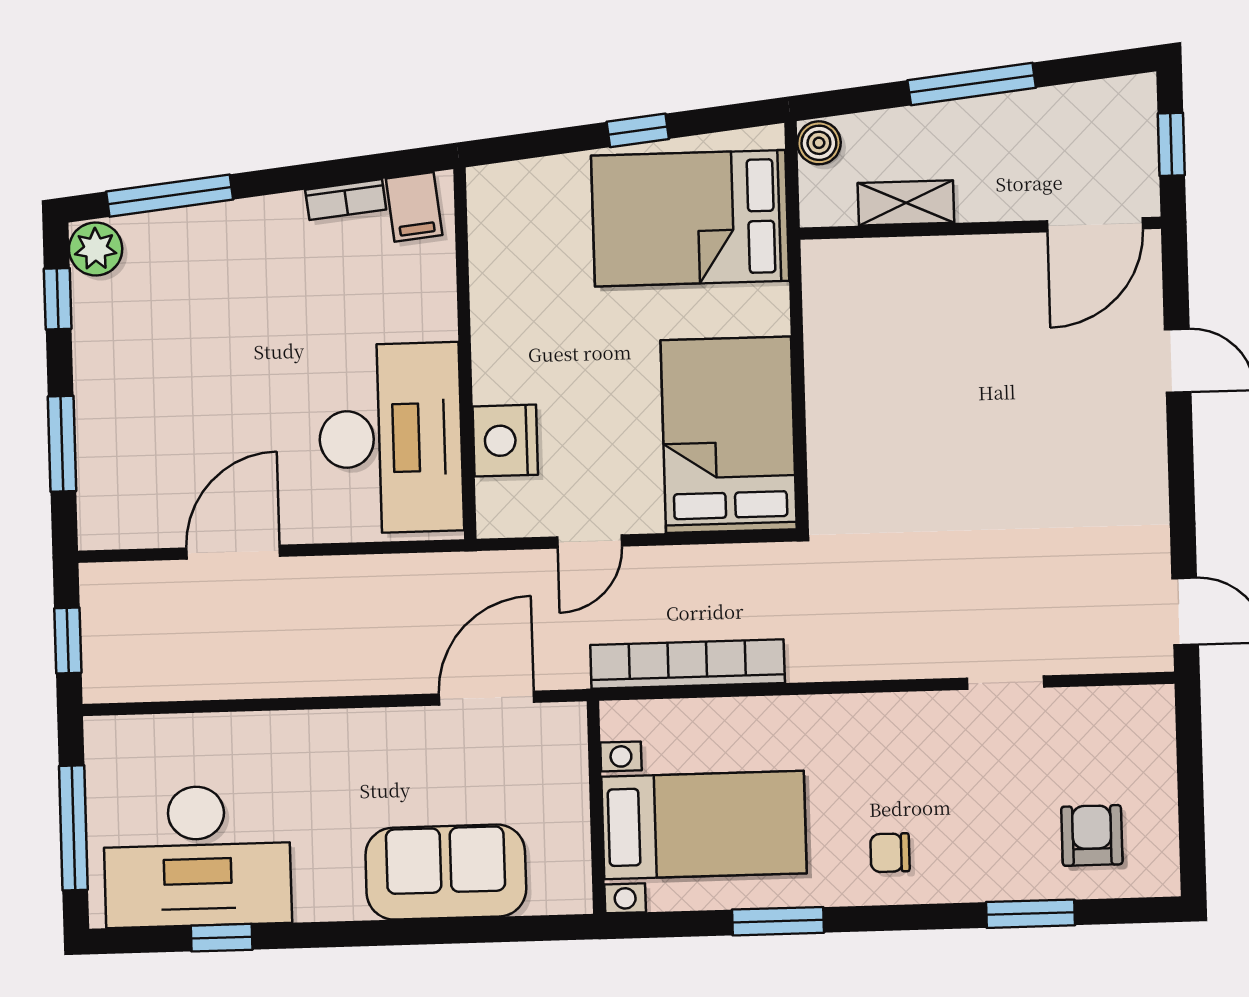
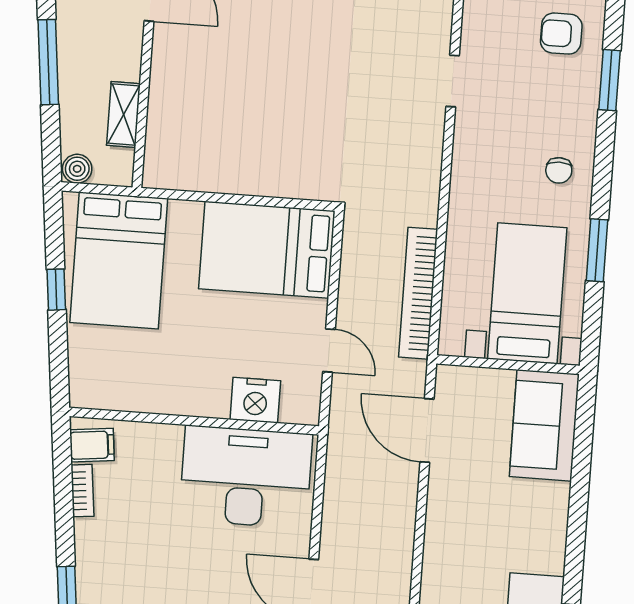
sofa: (446, 872) -> (544, 425), moved

